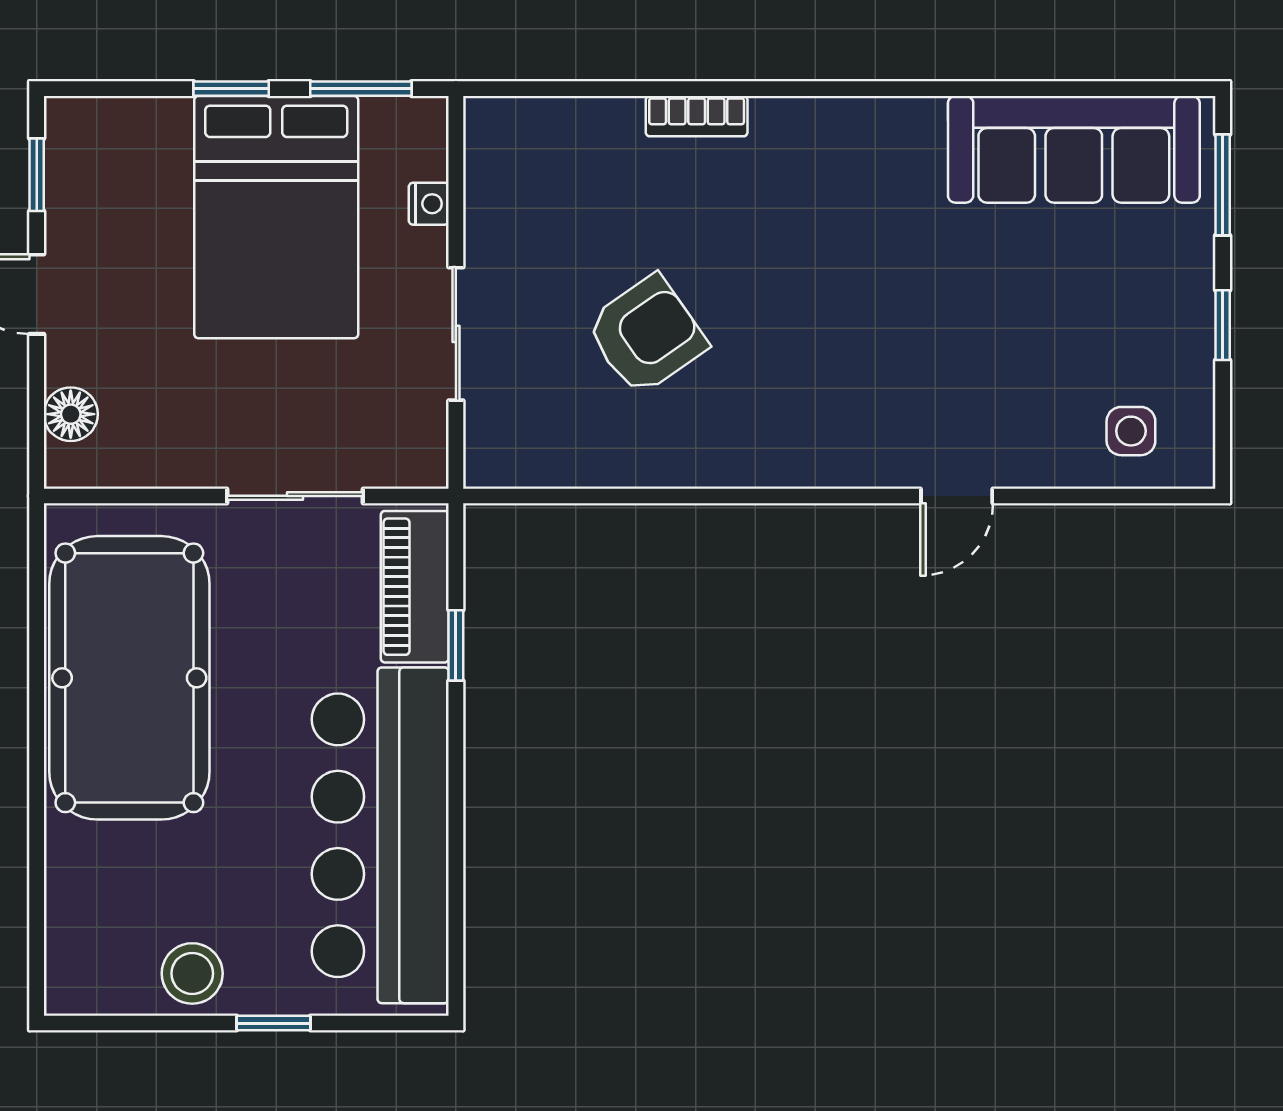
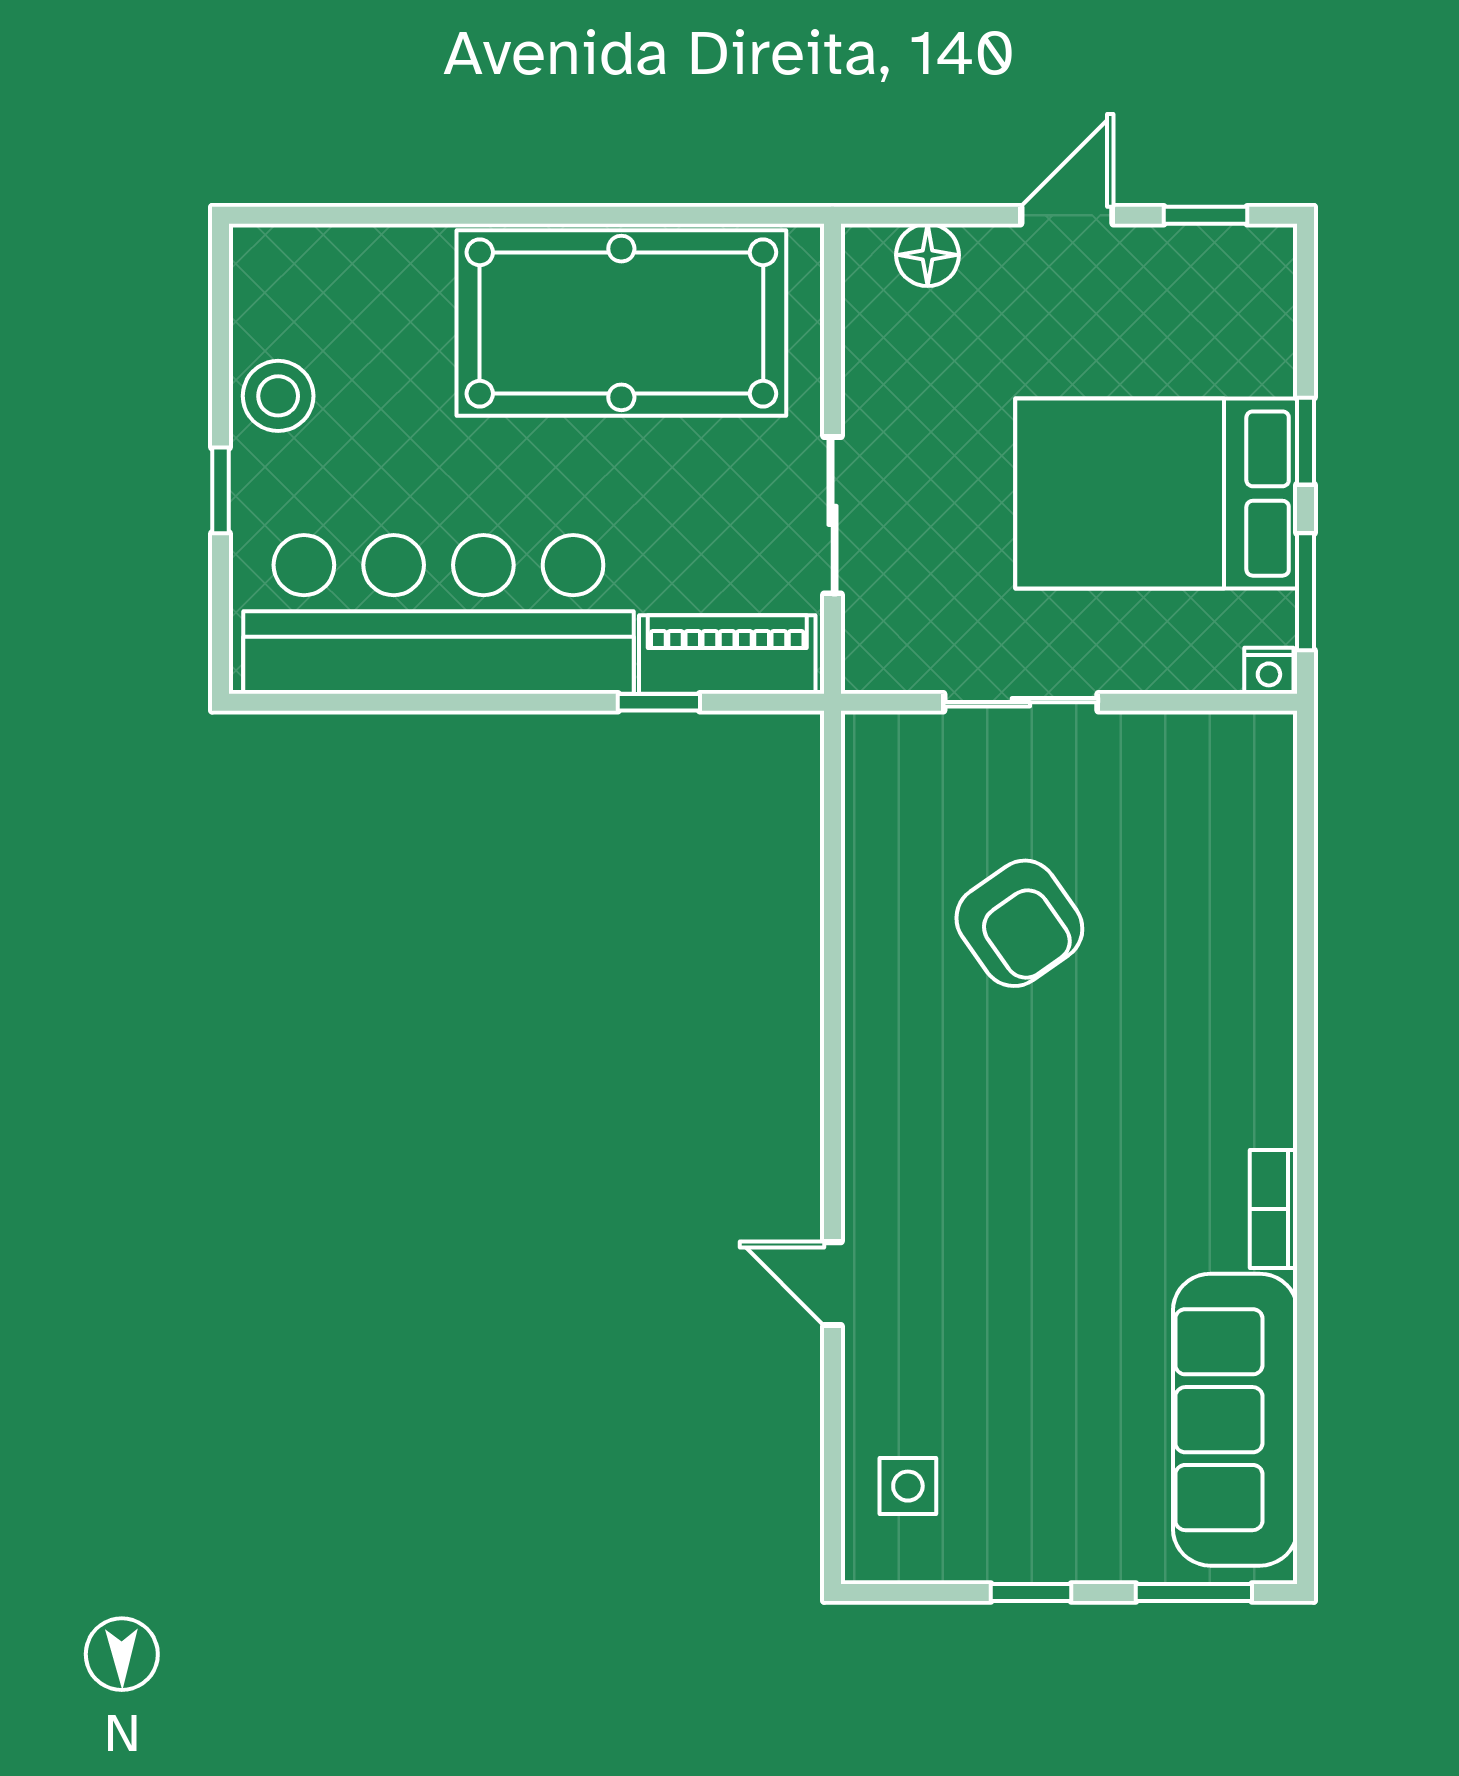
bookcase: (697, 116) -> (1274, 1209), moved
nightstand: (429, 204) -> (1269, 671), moved

